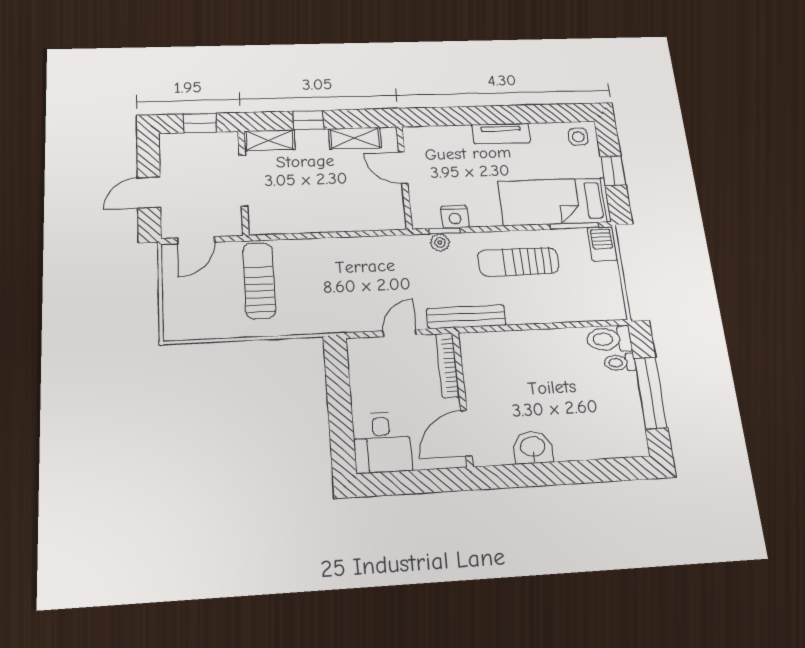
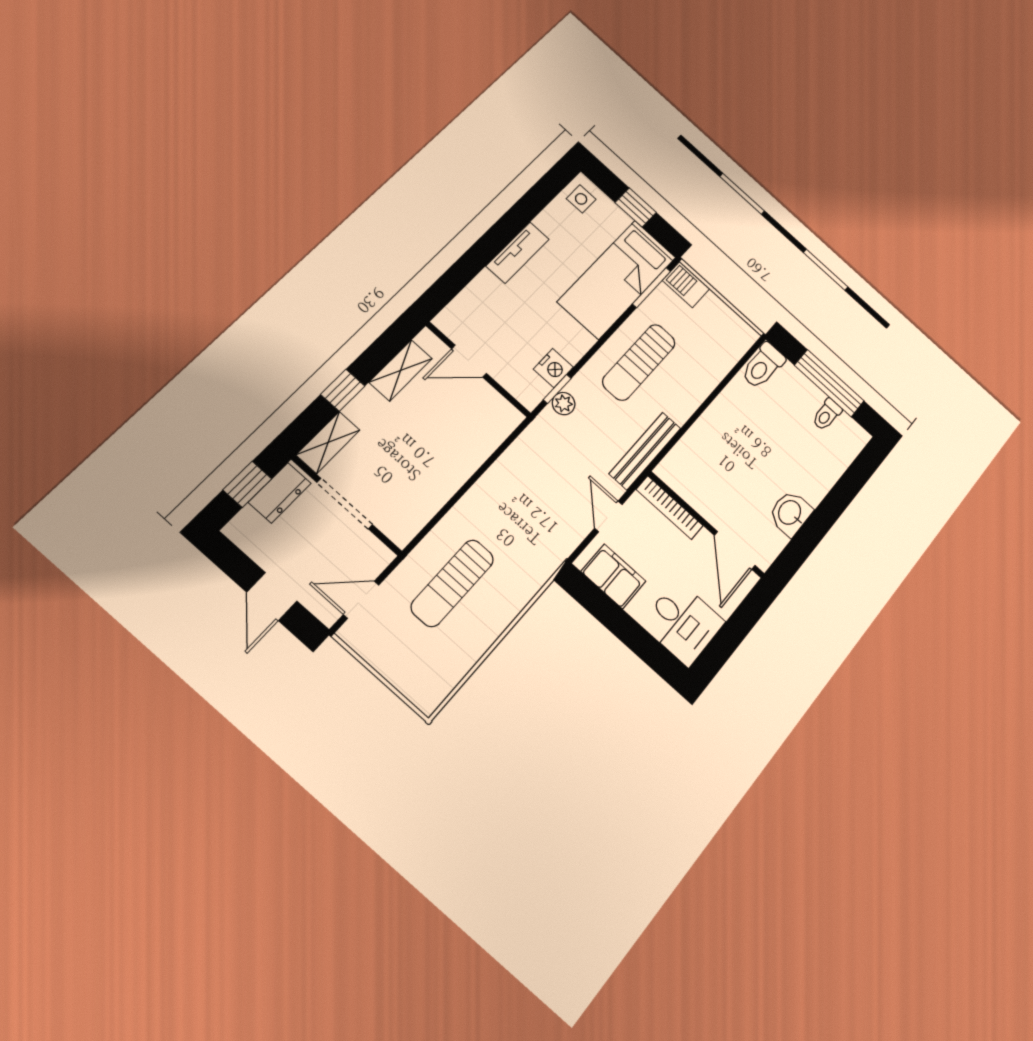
dresser: (213, 143) -> (280, 493), added
door: (196, 240) -> (361, 600), swing flipped
sun lounger: (259, 281) -> (452, 583), turned -90
toilet: (620, 362) -> (827, 415), moved
filing cabinet: (365, 371) -> (613, 576), added

